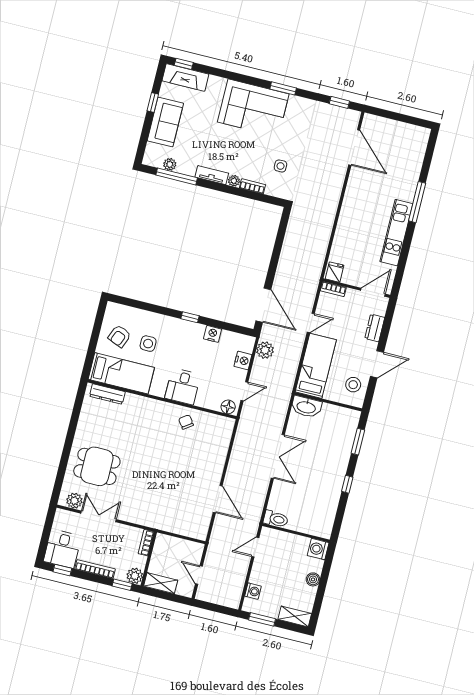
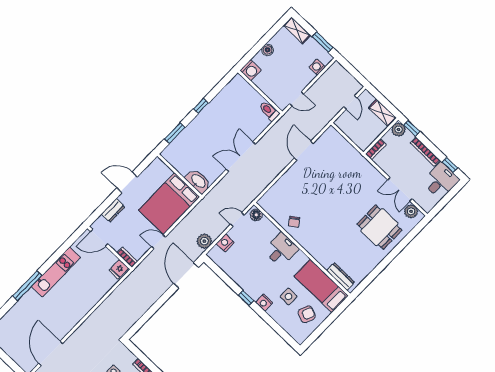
nightstand: (212, 334) -> (264, 303), moved
bed: (316, 366) -> (169, 204), width x1.50
stool: (353, 385) -> (154, 177), removed

